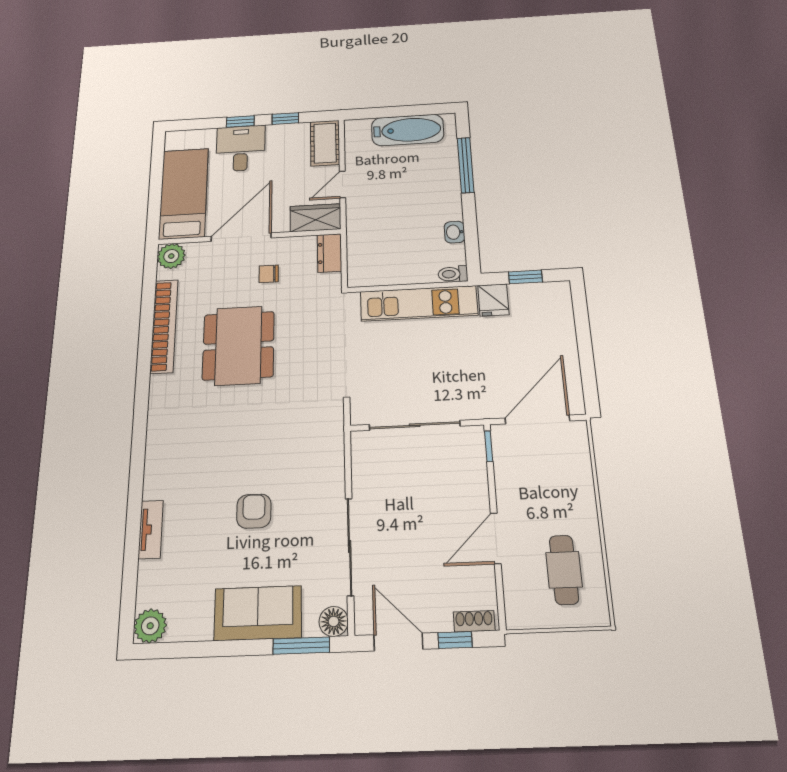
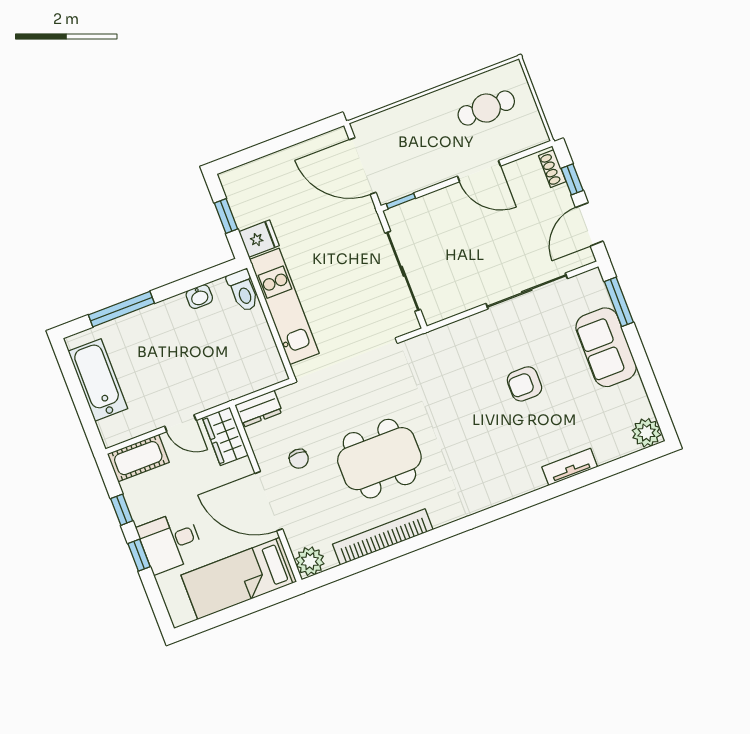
toilet: (453, 274) -> (243, 291), width x1.37, depth x1.39
floor lamp: (334, 621) -> (591, 282), removed

